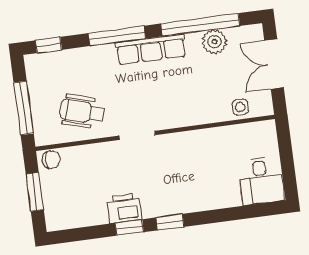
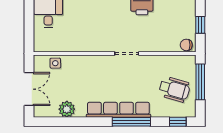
window: (201, 25) -> (75, 122), removed
row of seats: (151, 49) -> (118, 110), width x1.36
wheelchair: (82, 111) -> (174, 89), moved
window: (35, 192) -> (200, 25), width x0.67

